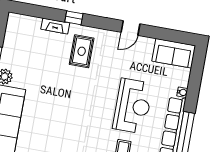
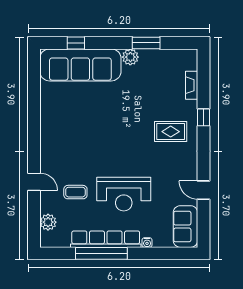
fireplace: (55, 26) -> (192, 85), moved
door: (131, 28) -> (203, 190), moved

